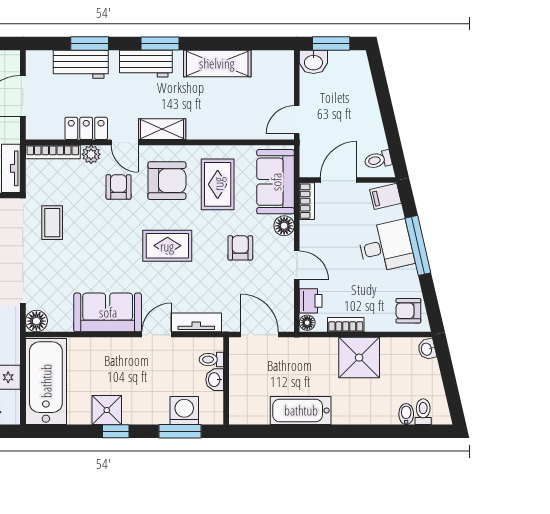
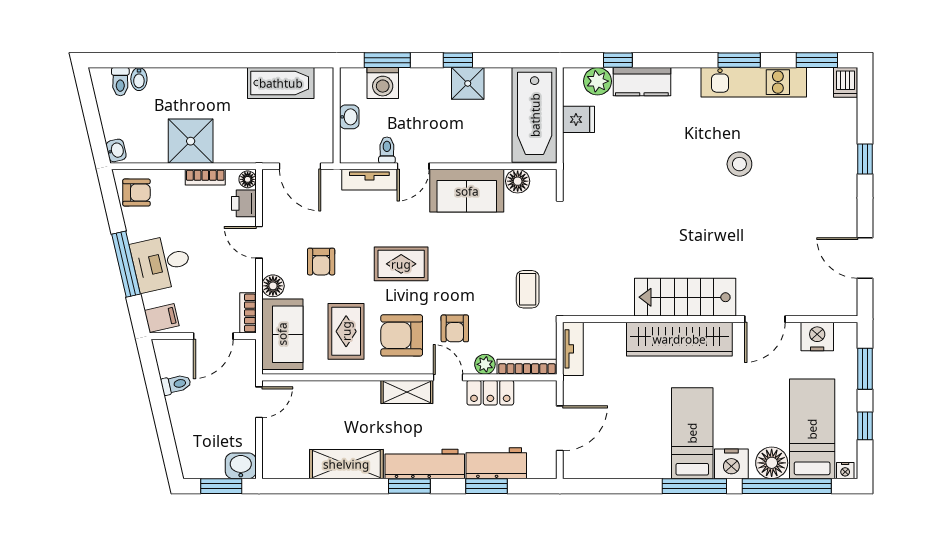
workbench: (146, 64) -> (425, 464), width x1.38
toilet: (378, 160) -> (176, 384), moved
floor lamp: (36, 321) -> (518, 181), moved
toilet: (211, 360) -> (387, 150), moved, turned -90
bathtub: (301, 410) -> (281, 83), moved

